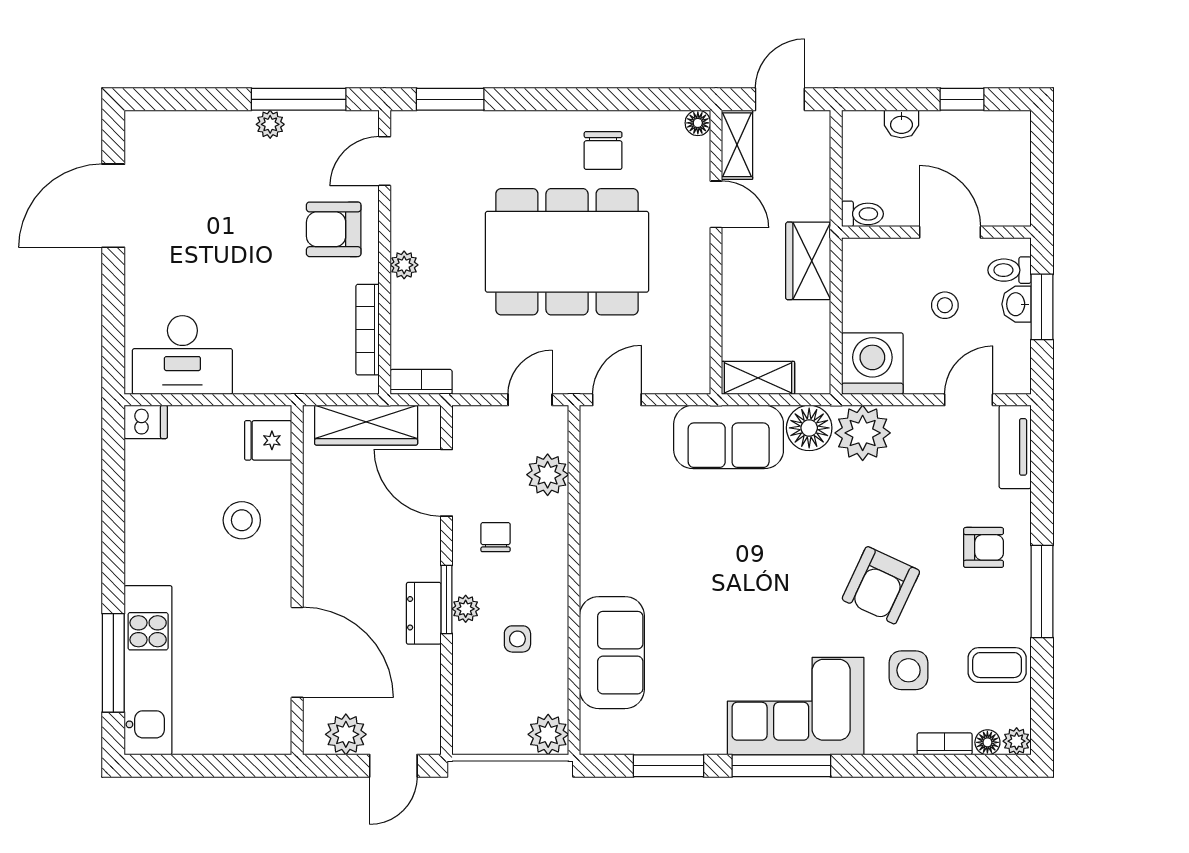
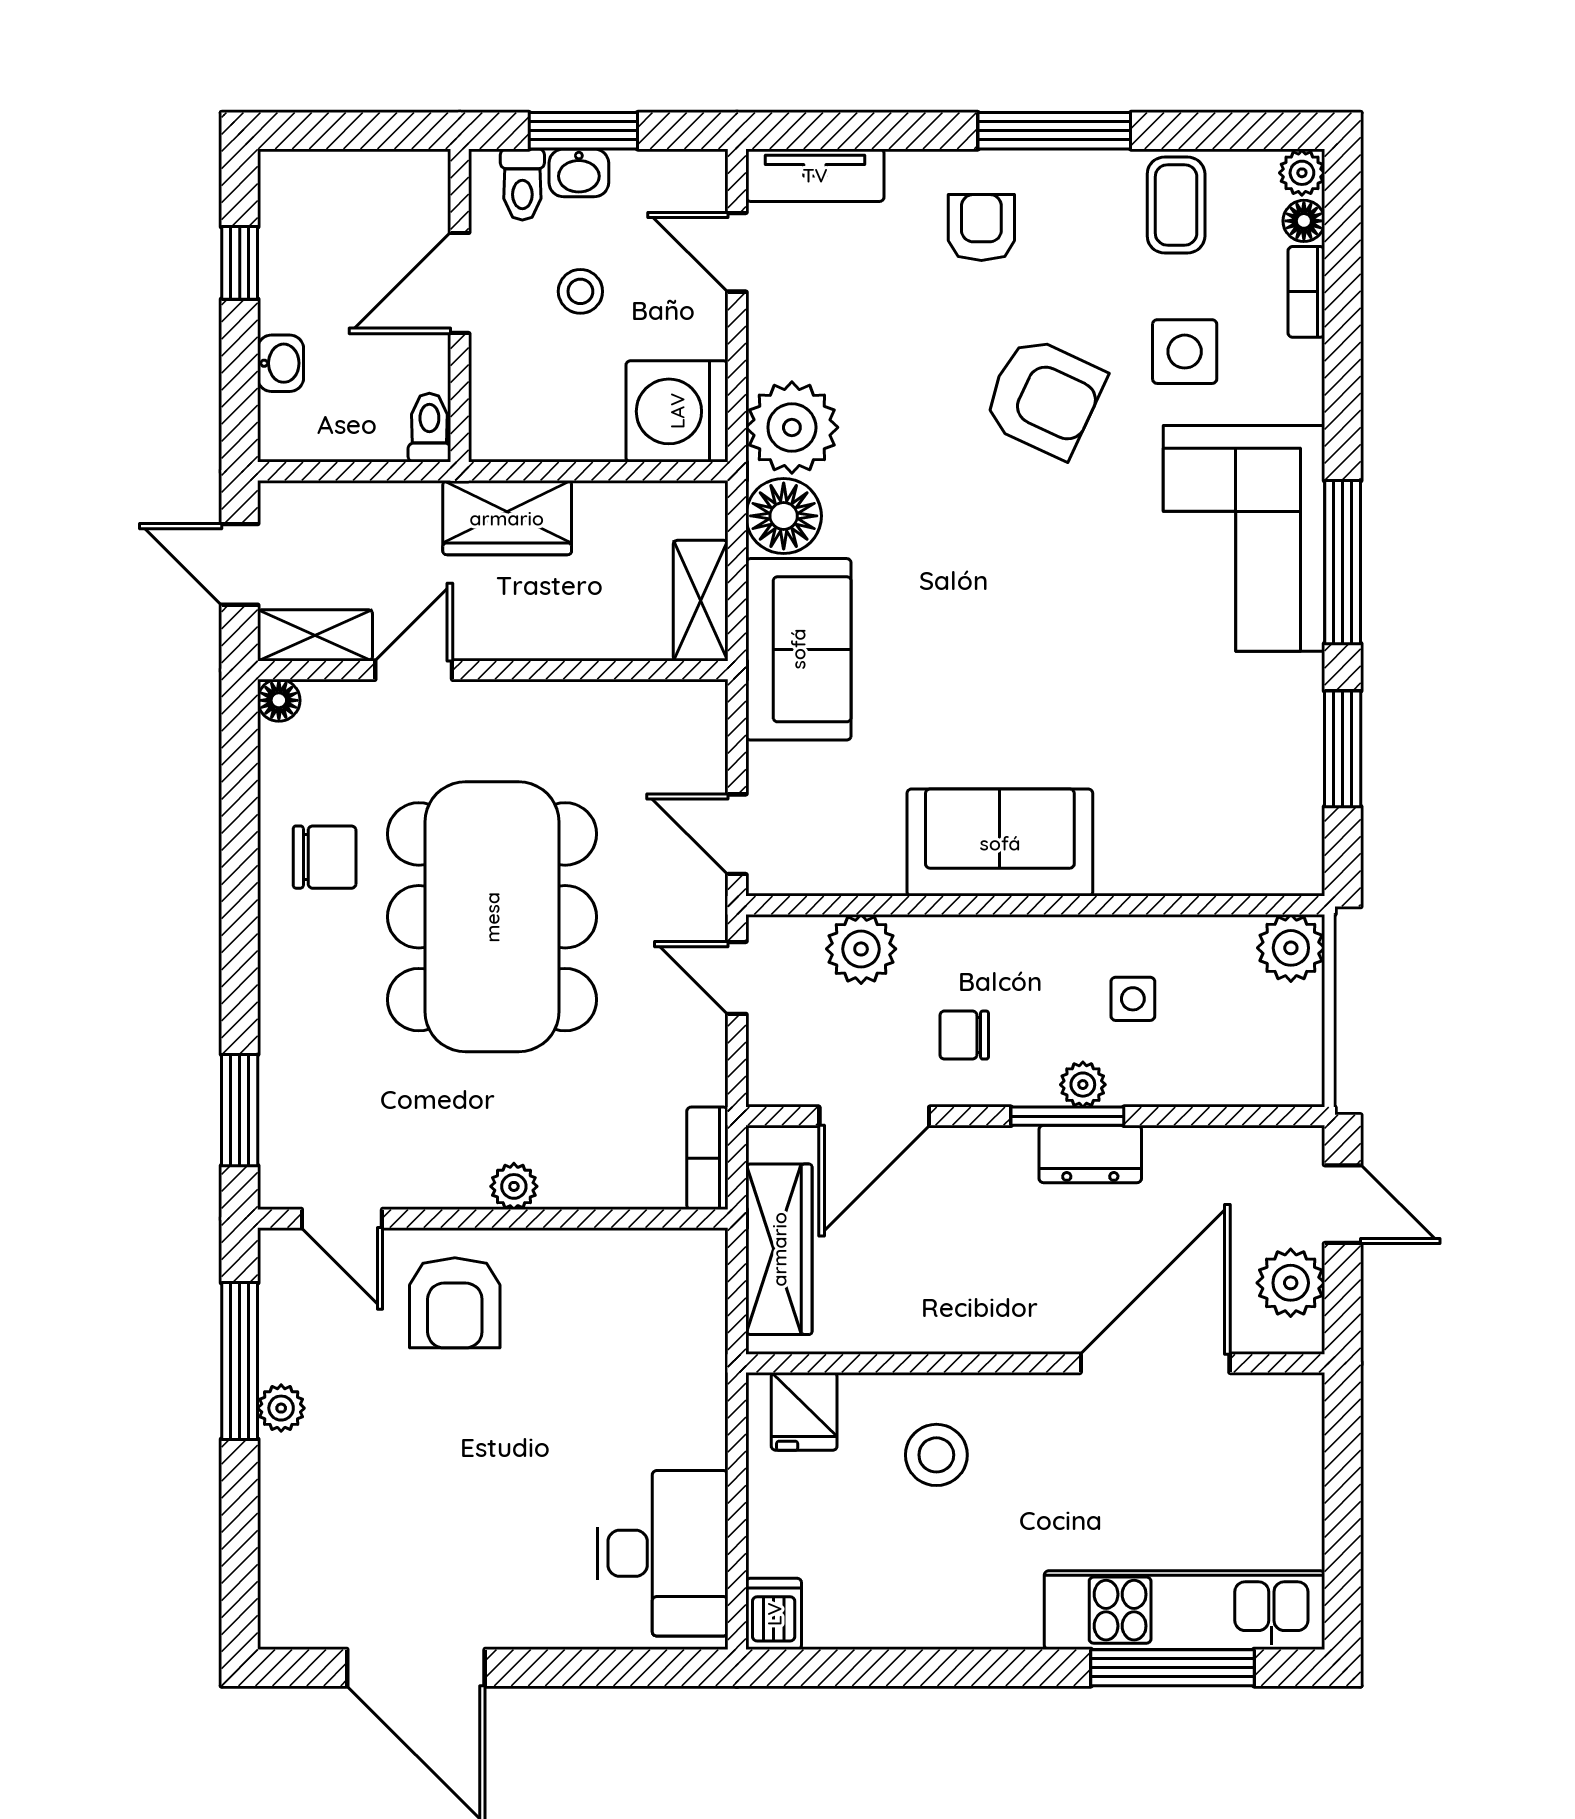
bookcase: (368, 330) -> (621, 1247), removed
sofa: (612, 653) -> (1000, 843), moved

